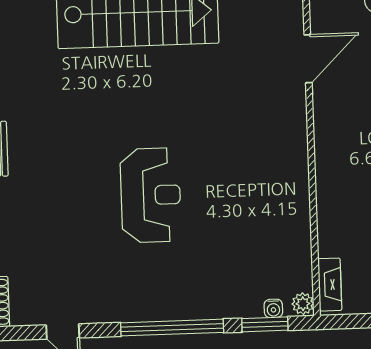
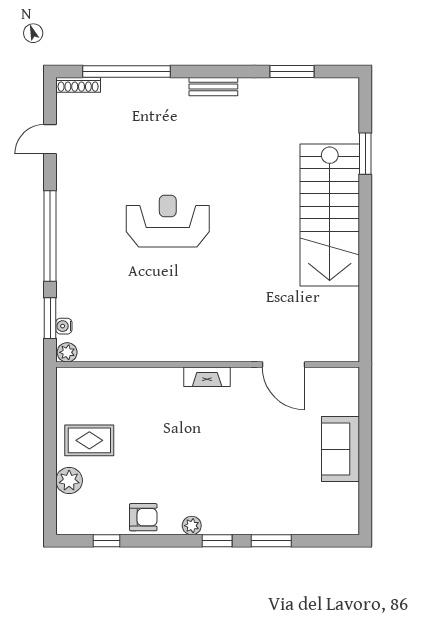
reception desk: (151, 195) -> (168, 221), turned 180
fireplace: (330, 285) -> (207, 377), moved

